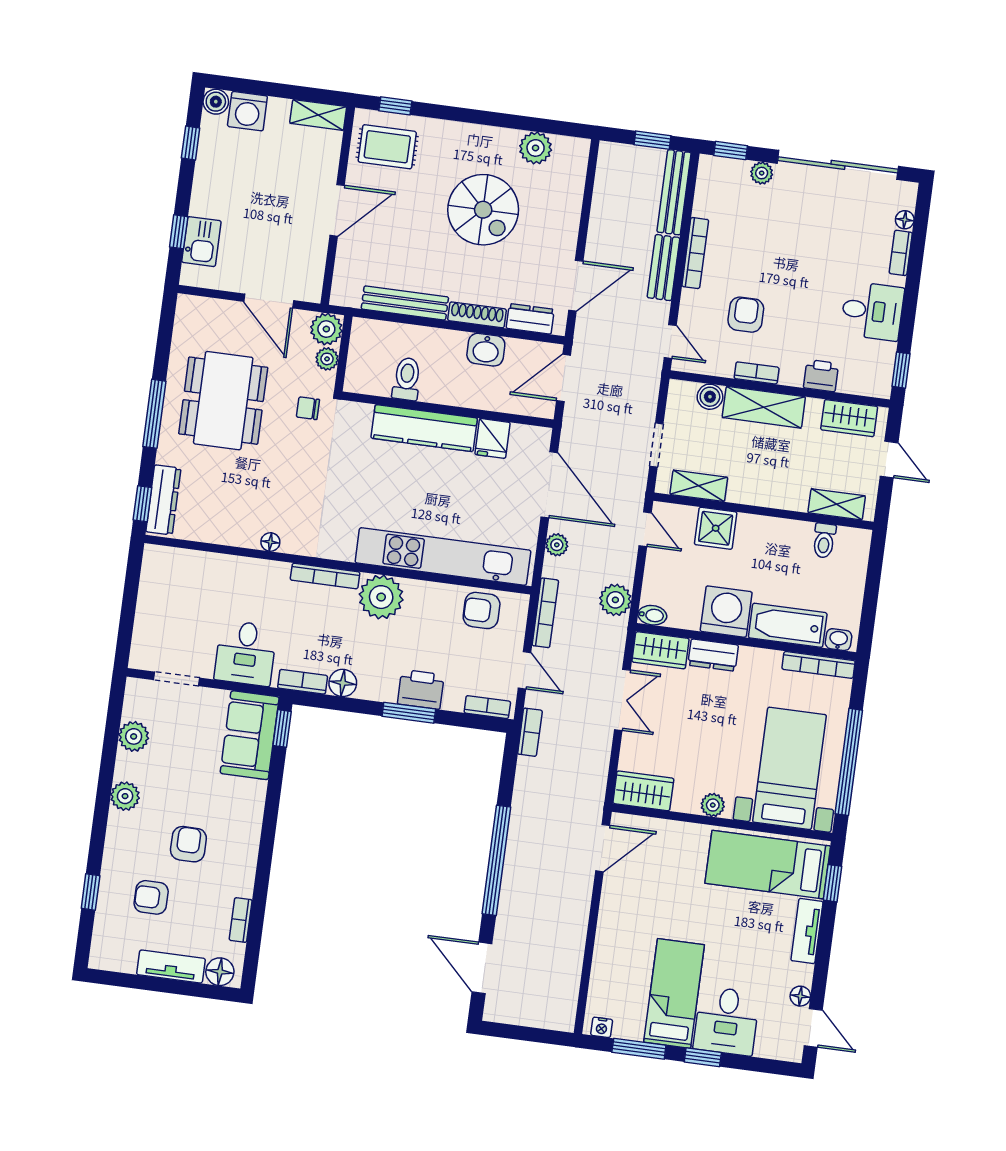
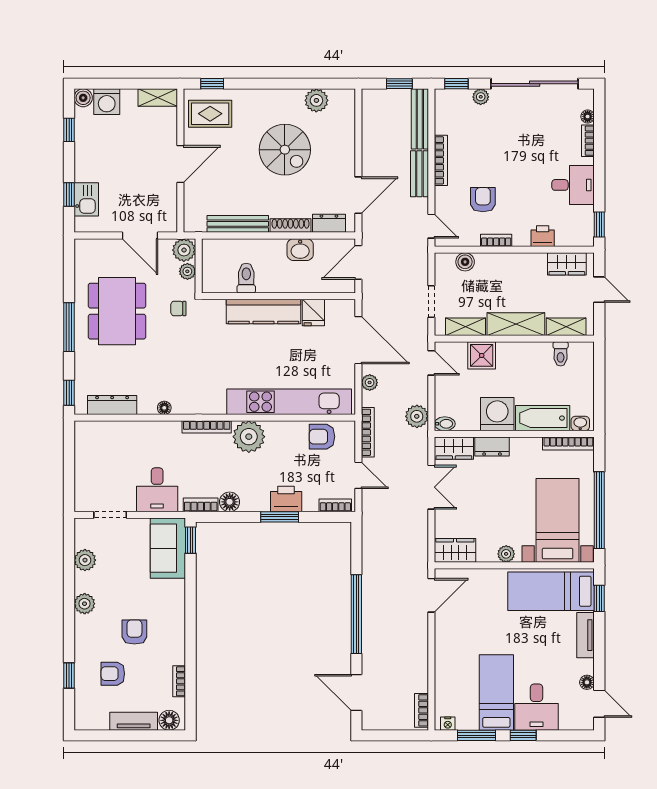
shelving: (764, 407) -> (516, 324), moved
dresser: (163, 500) -> (112, 405), moved, turned -90
bookcase: (530, 732) -> (422, 710), moved, turned 180

